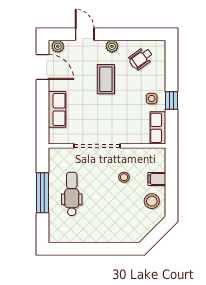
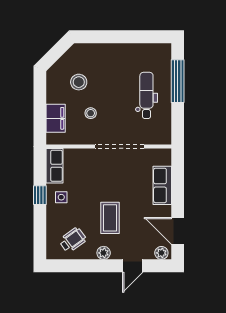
door: (85, 34) -> (133, 266), hinge flipped
filing cabinet: (157, 179) -> (56, 118), width x2.00
window: (43, 193) -> (178, 81), moved
dental chair: (72, 194) -> (146, 95), turned 180
stool: (152, 201) -> (79, 82), moved

